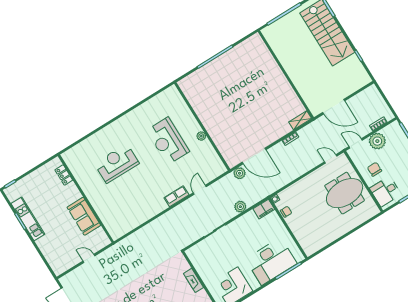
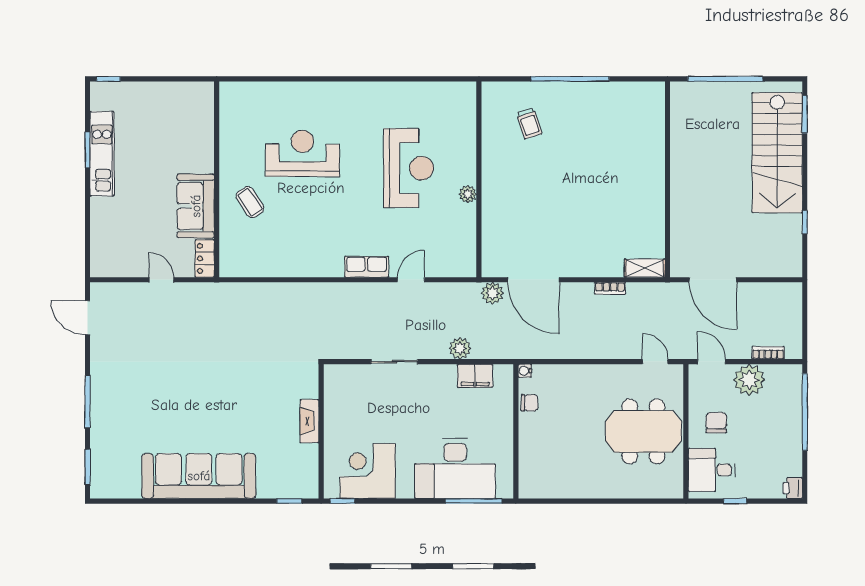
trolley: (209, 88) -> (529, 123), added
reception desk: (168, 141) -> (409, 168), turned 180
locker: (64, 175) -> (205, 258), moved
coffee table: (107, 200) -> (250, 202), added
filing cabinet: (264, 209) -> (475, 376), moved

